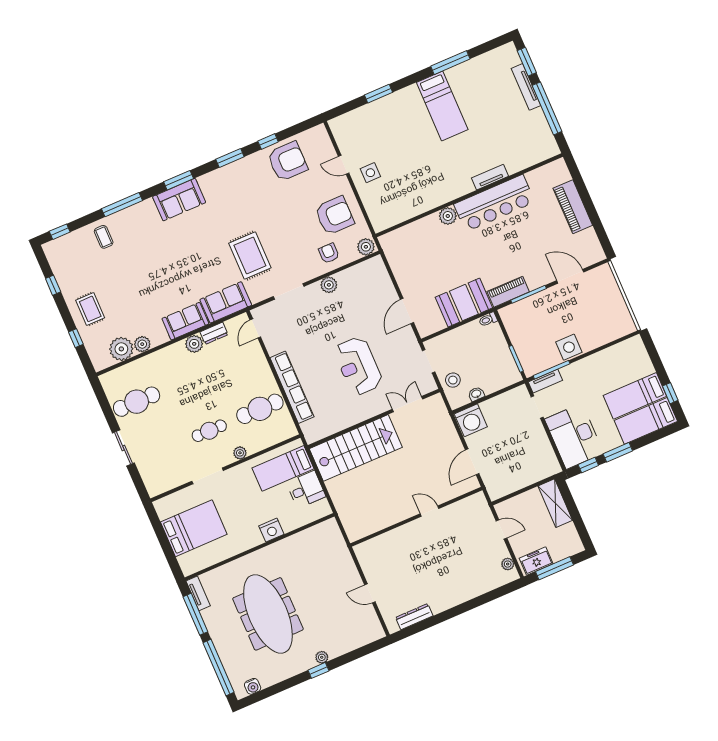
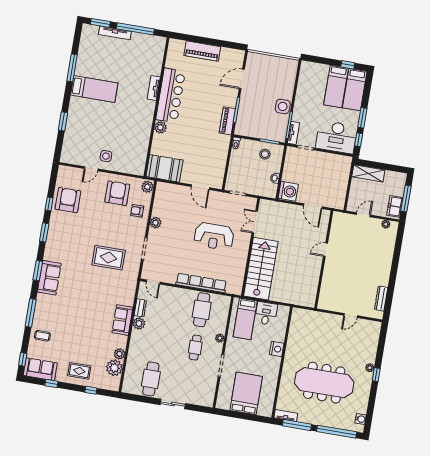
sofa: (226, 302) -> (40, 369), moved, turned 90
booth: (464, 303) -> (164, 168), moved, turned 90
stool: (453, 380) -> (265, 154), moved

